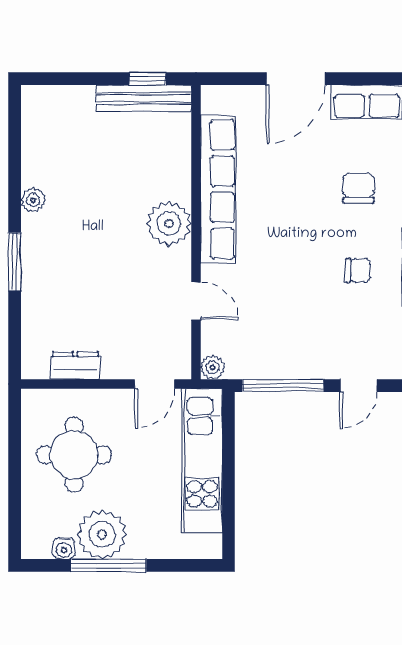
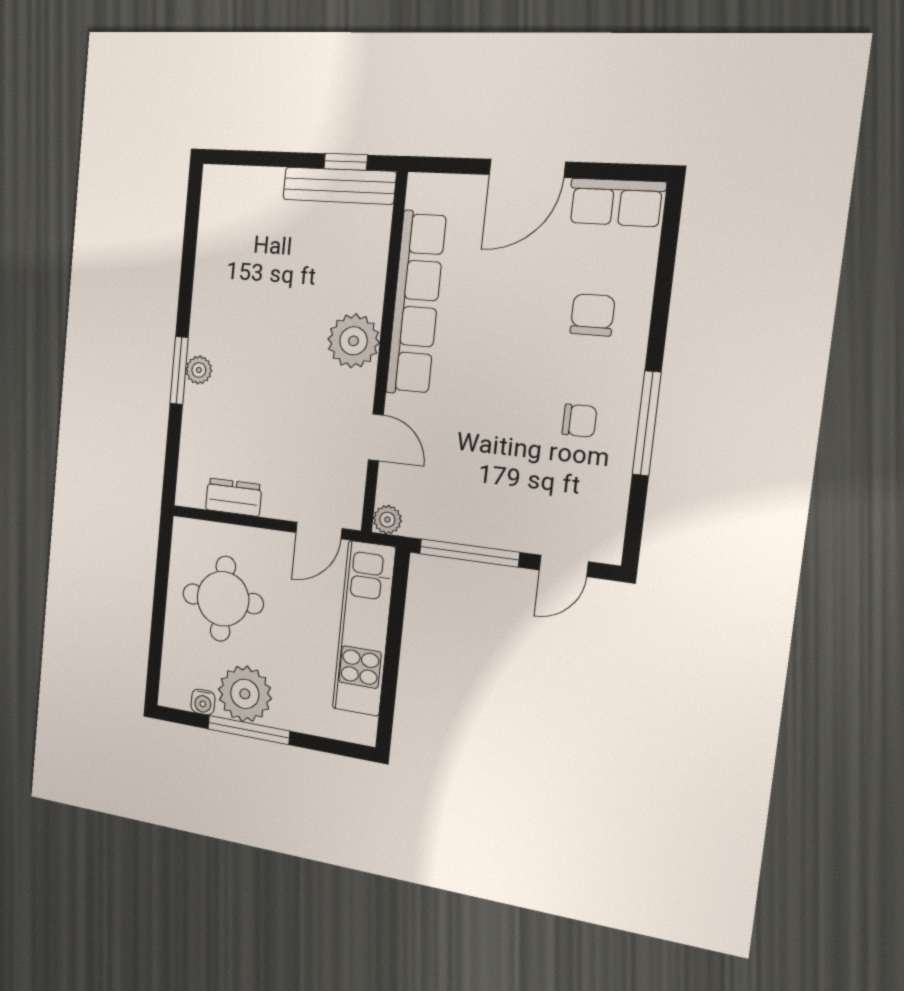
plant: (33, 200) -> (199, 370), moved

